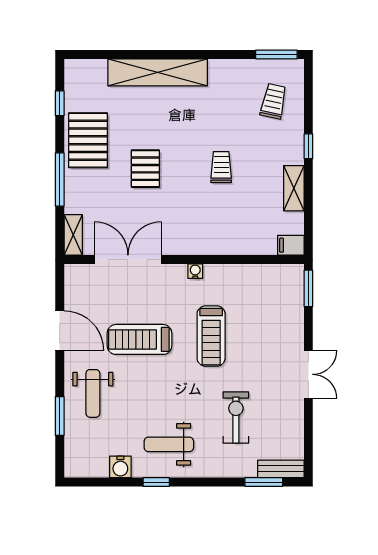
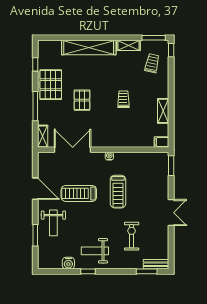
shelving: (230, 68) -> (128, 45), added
window: (308, 146) -> (171, 50), moved

